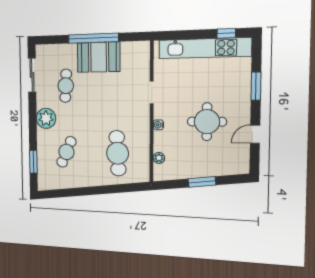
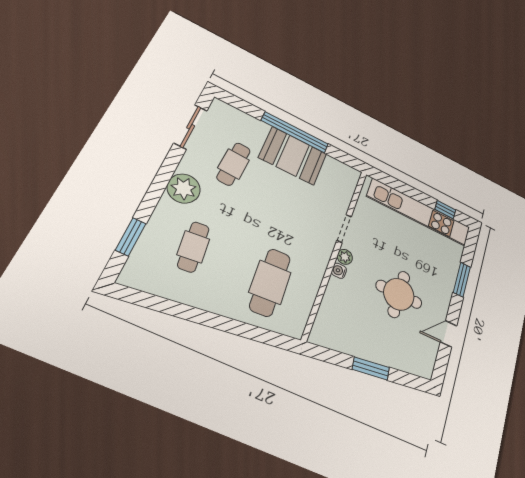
cafe table: (66, 152) -> (193, 247), turned -30
plant: (159, 158) -> (345, 257), moved

